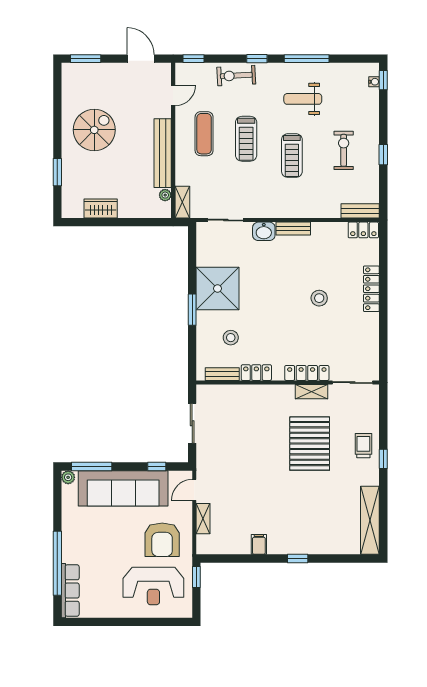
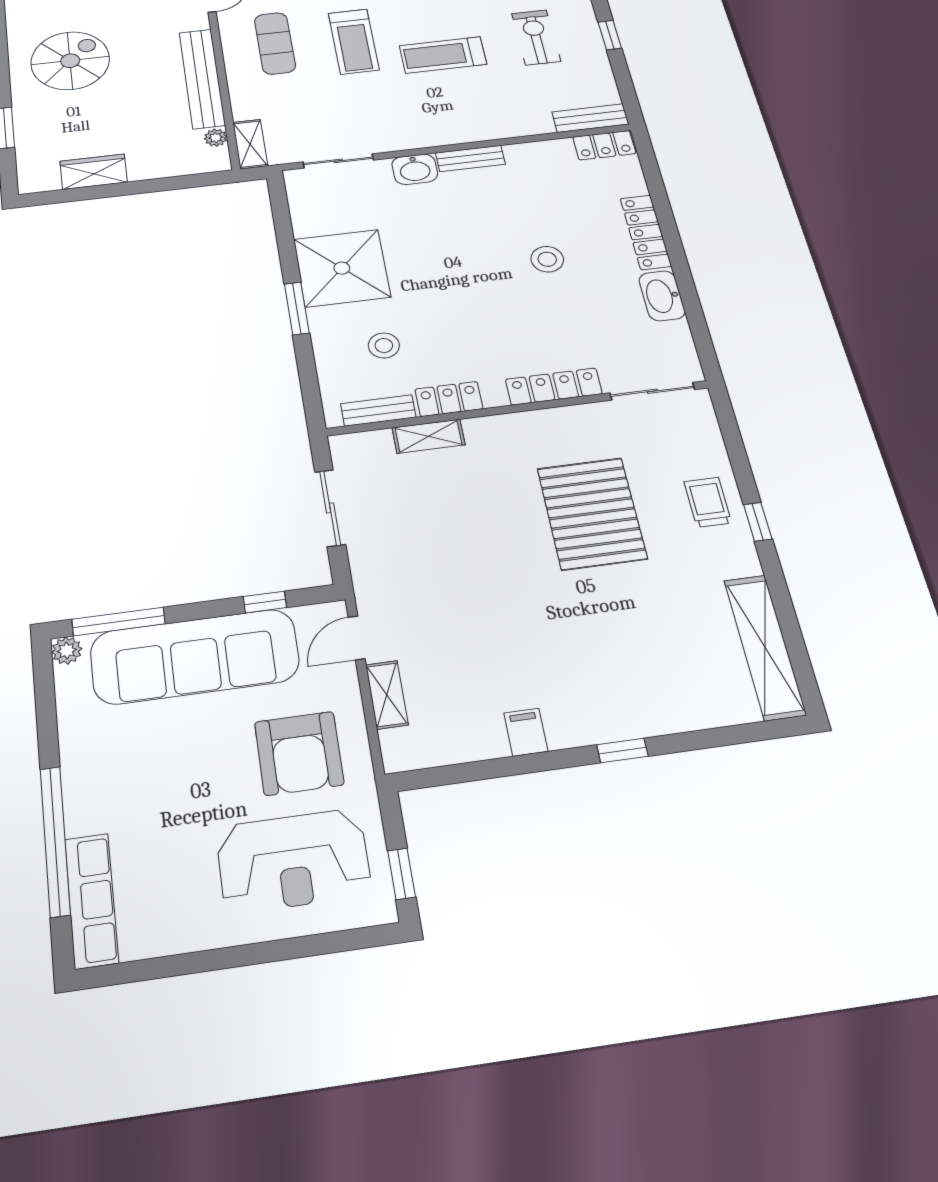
treadmill: (292, 156) -> (443, 55), turned 90
washbasin: (370, 328) -> (662, 296), added
shelving: (311, 392) -> (429, 436), moved
window: (196, 577) -> (402, 874), moved

